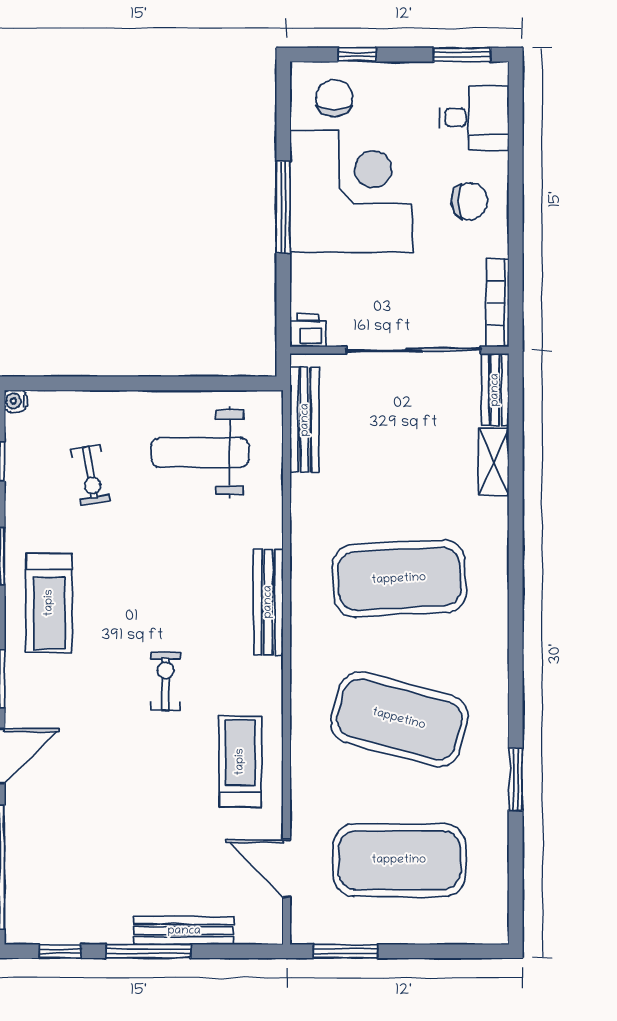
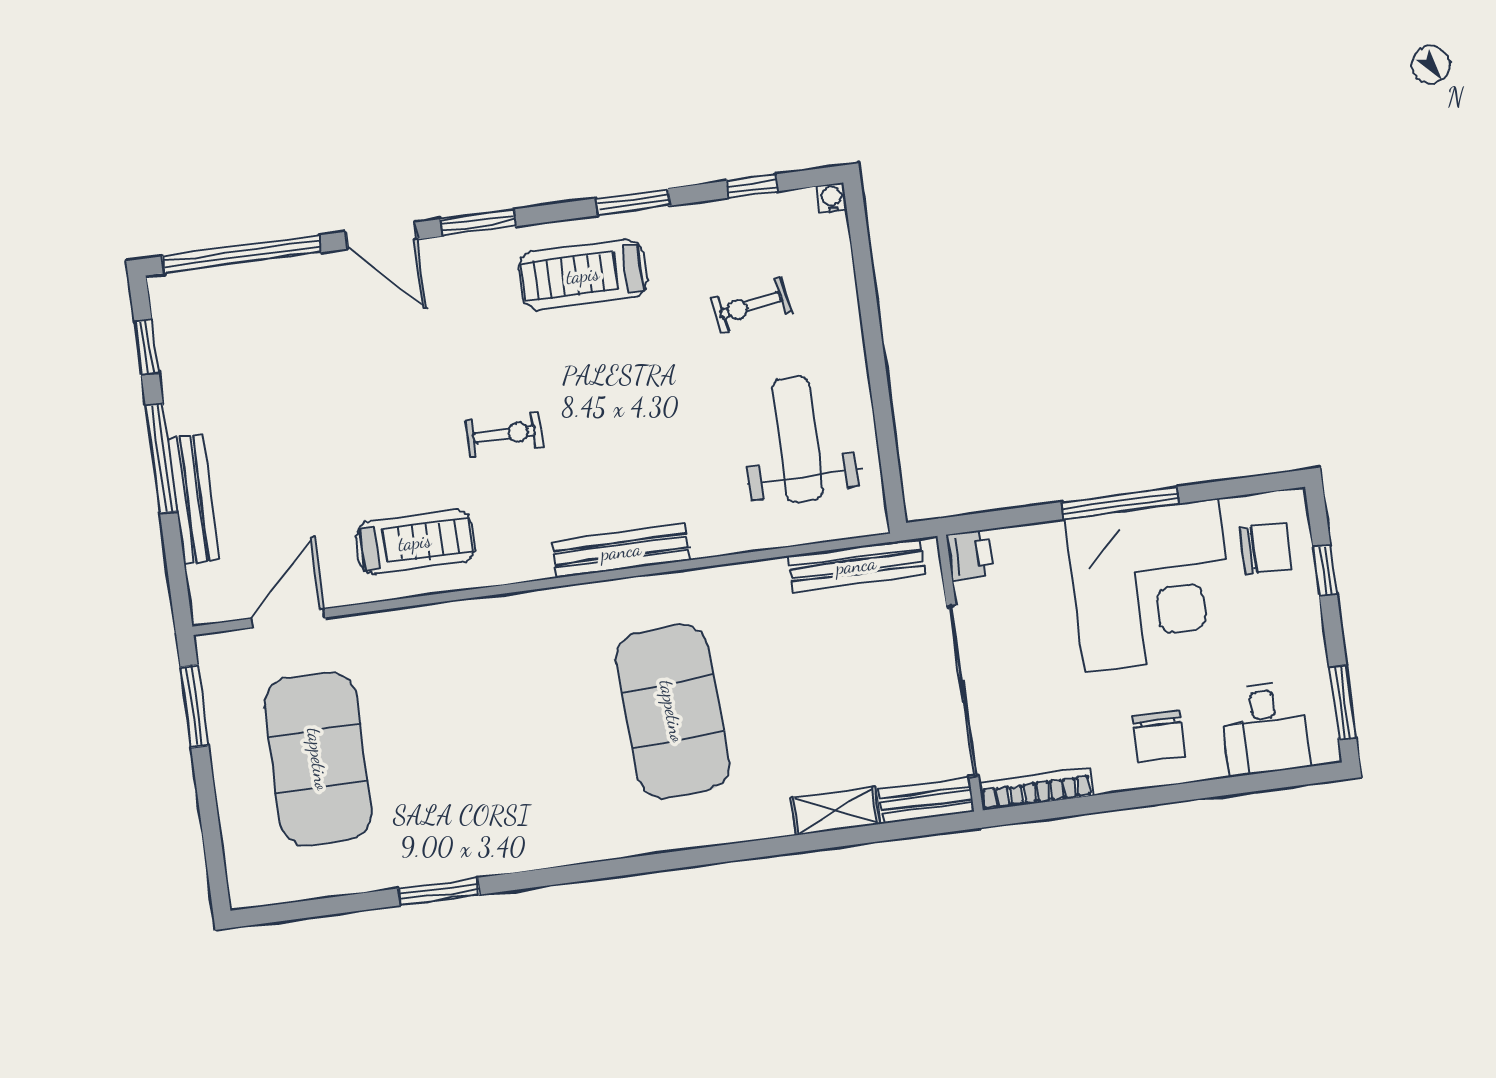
exercise mat: (399, 719) -> (495, 735), removed

